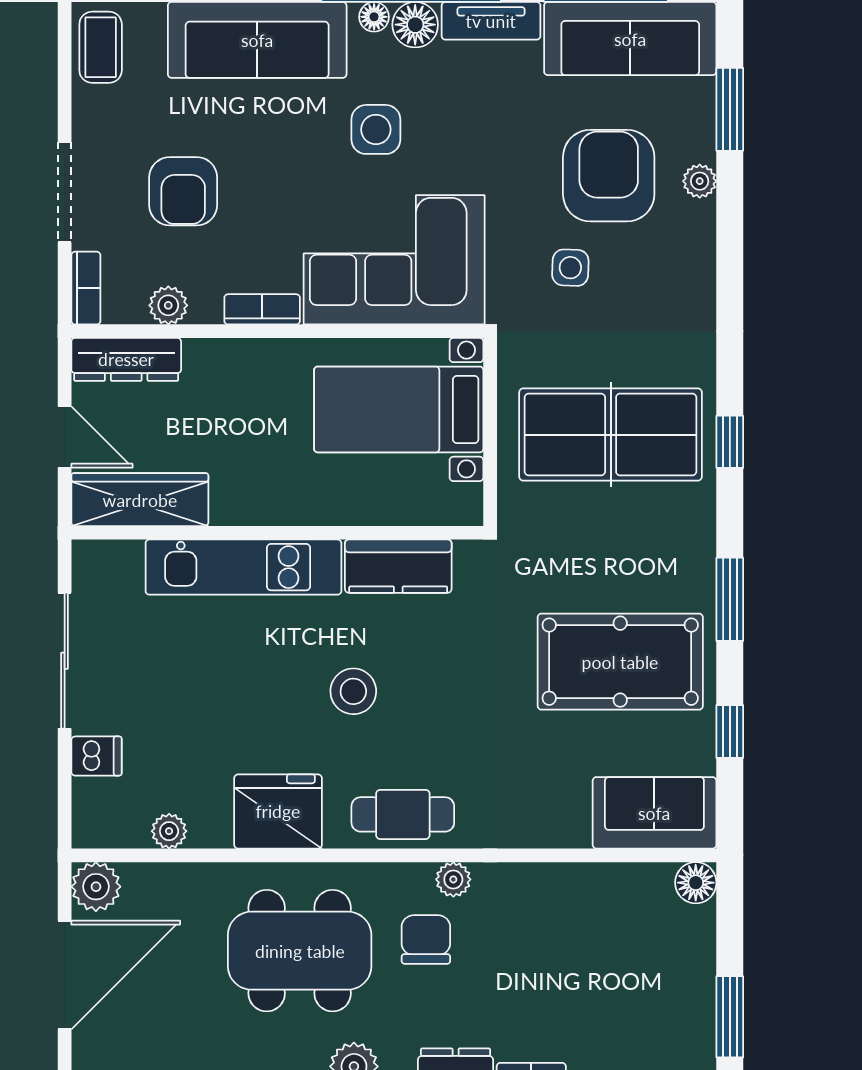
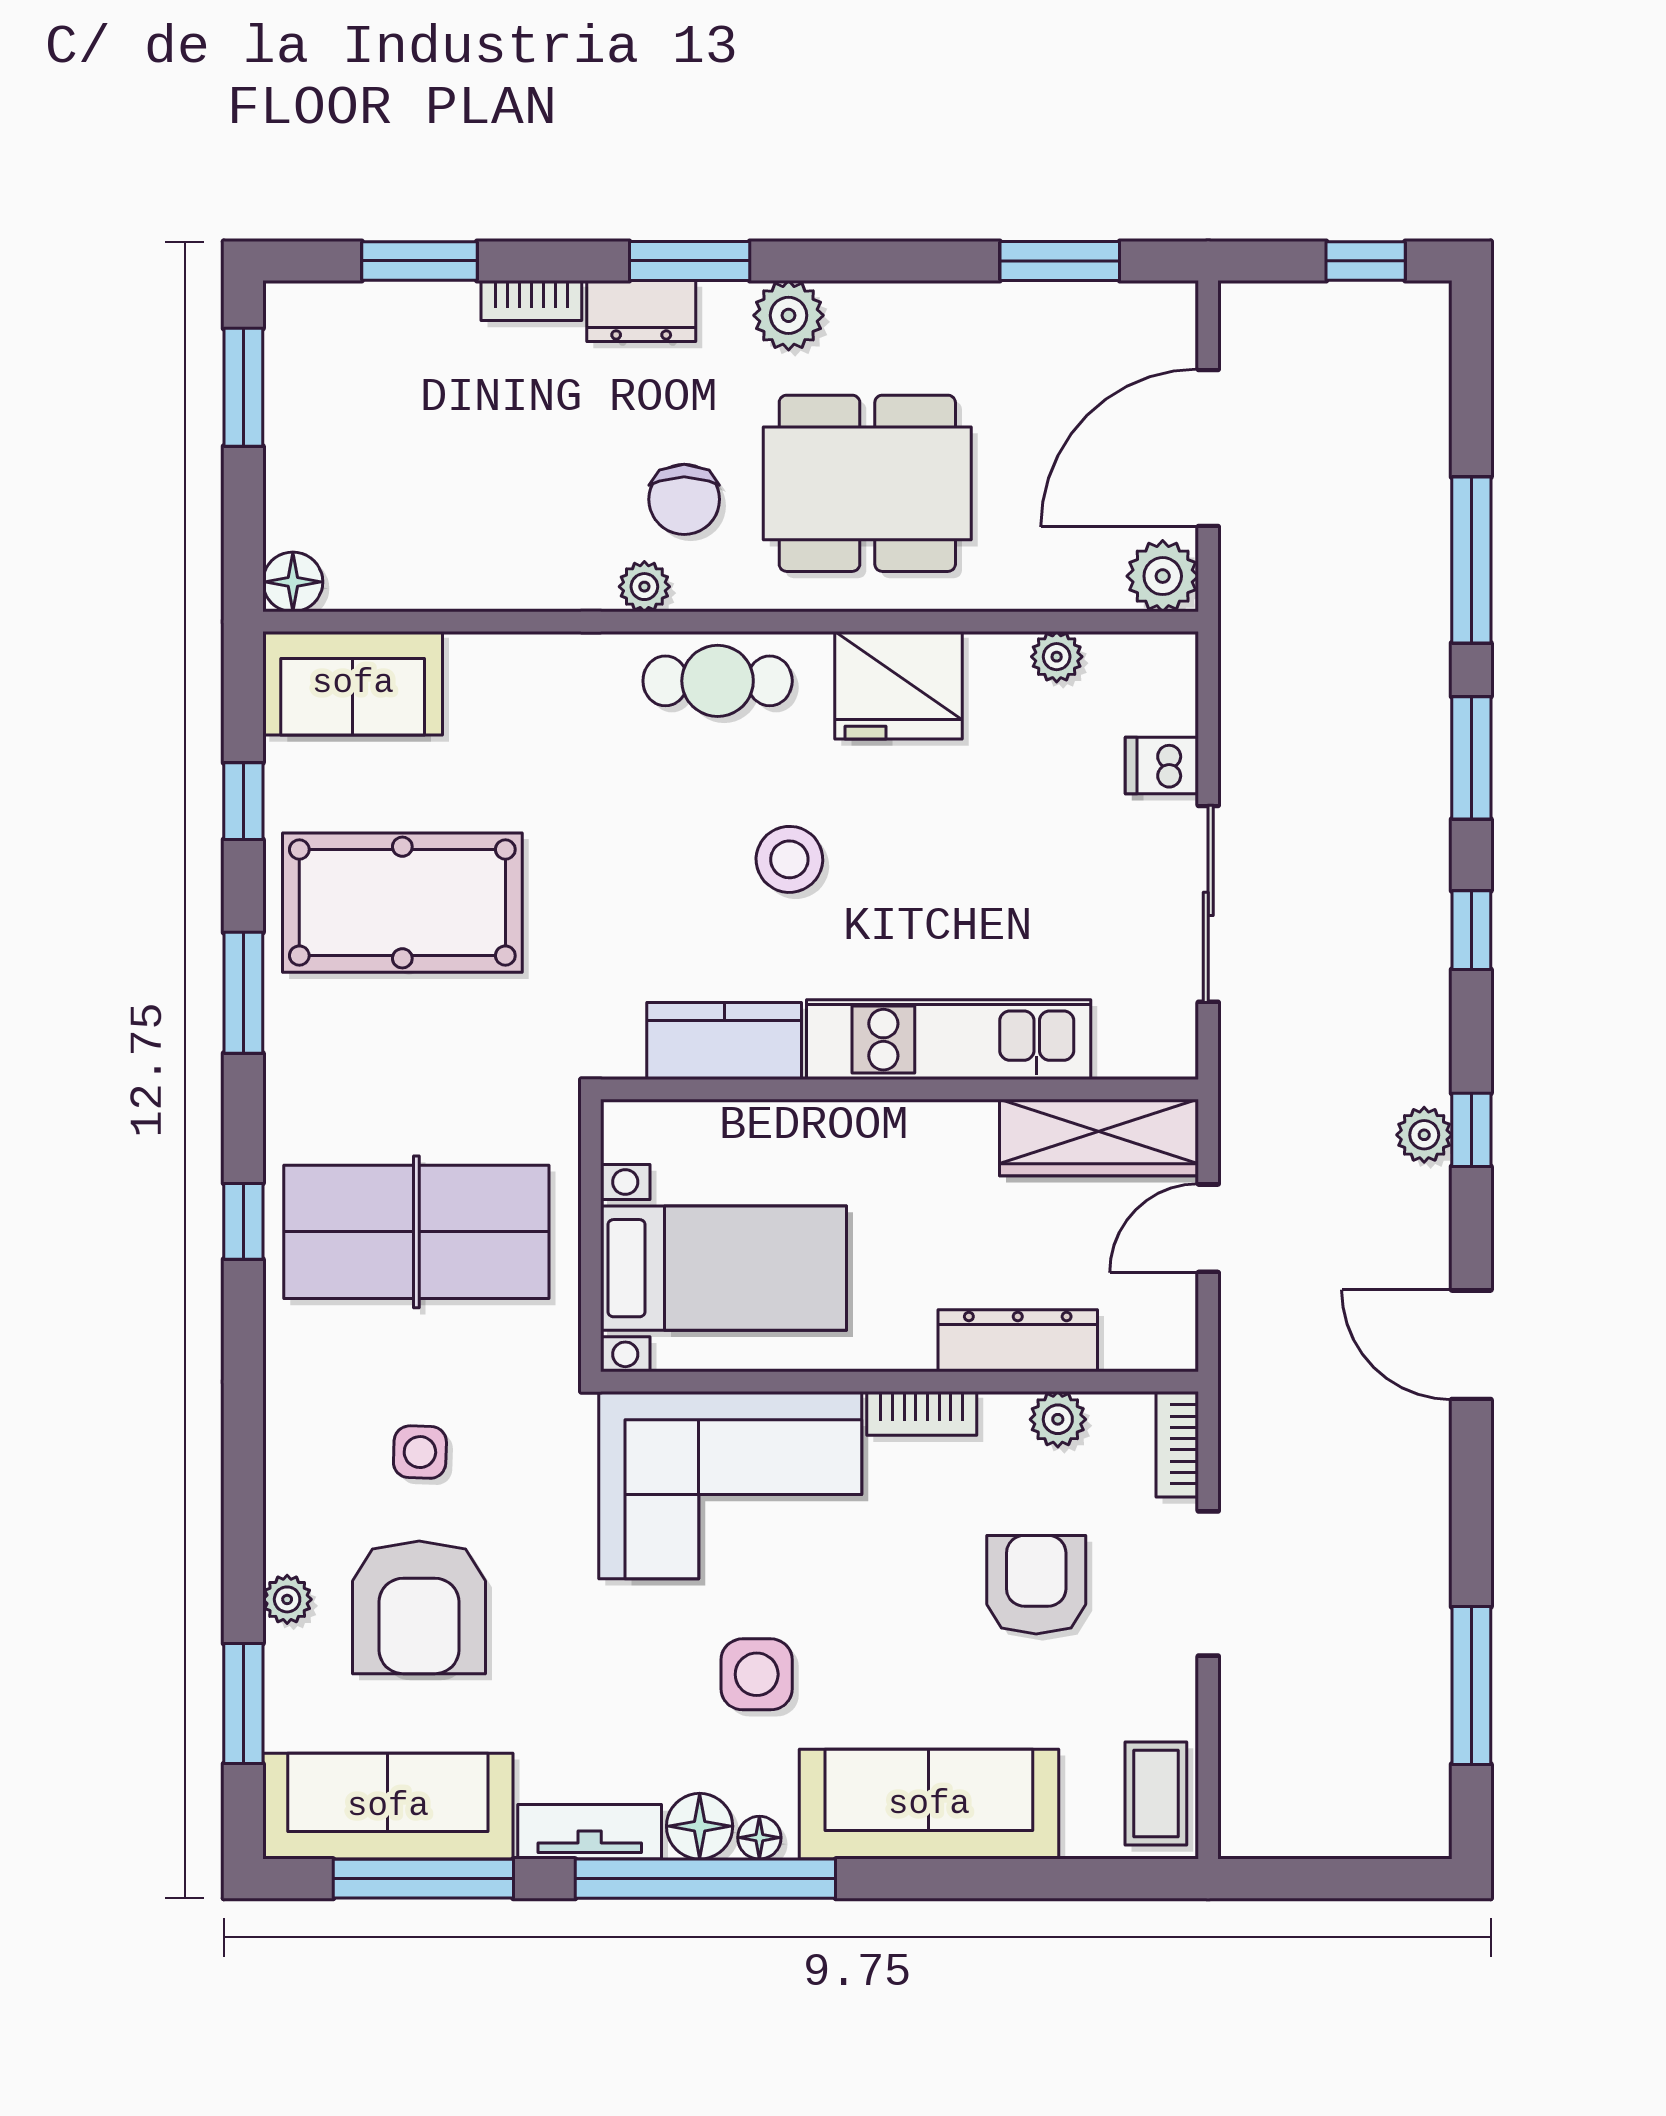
side table: (570, 268) -> (420, 1452), moved
dresser: (126, 359) -> (1018, 1341), moved
door: (65, 437) -> (1208, 1228), hinge flipped

